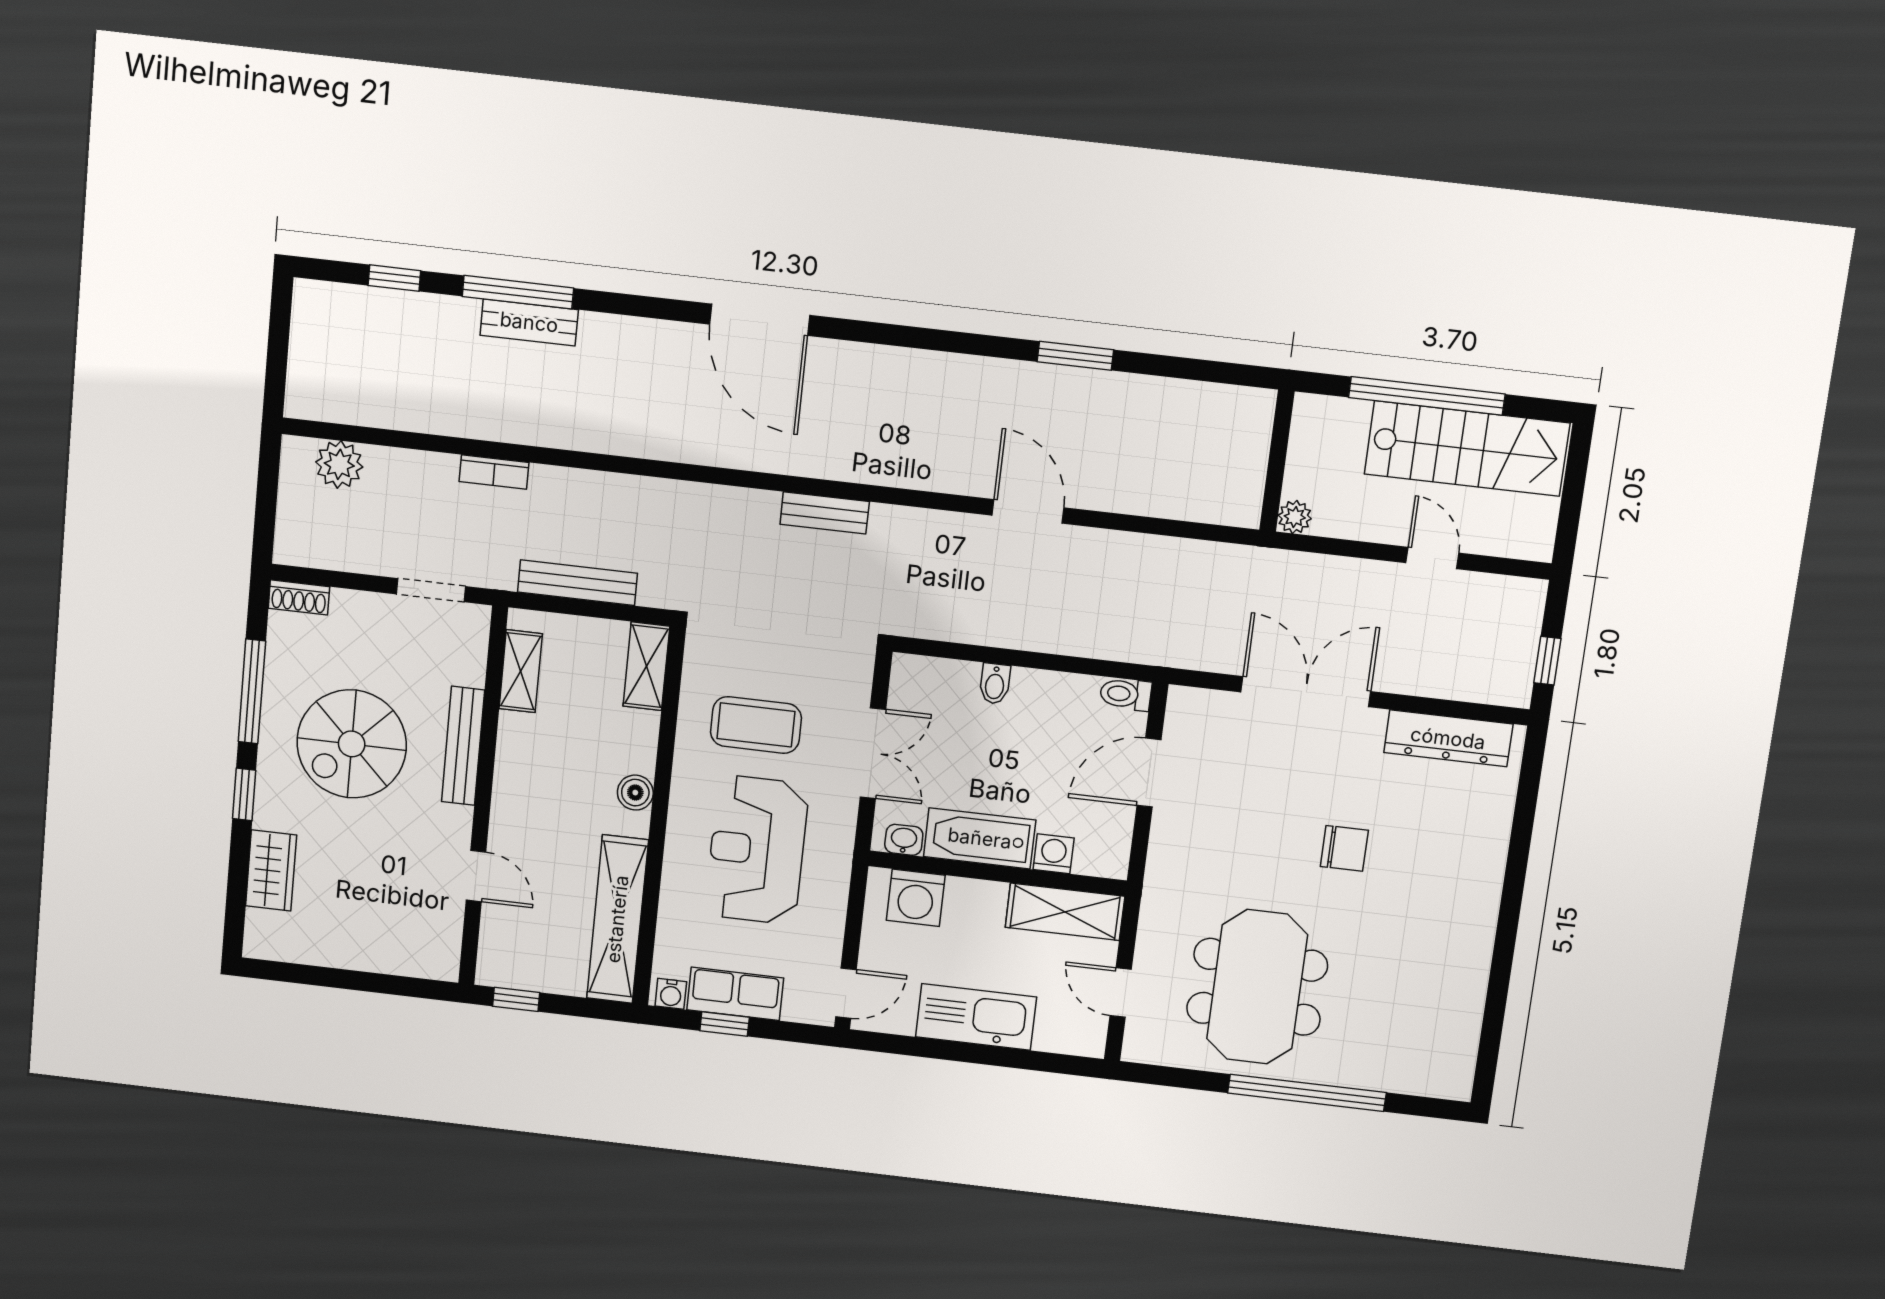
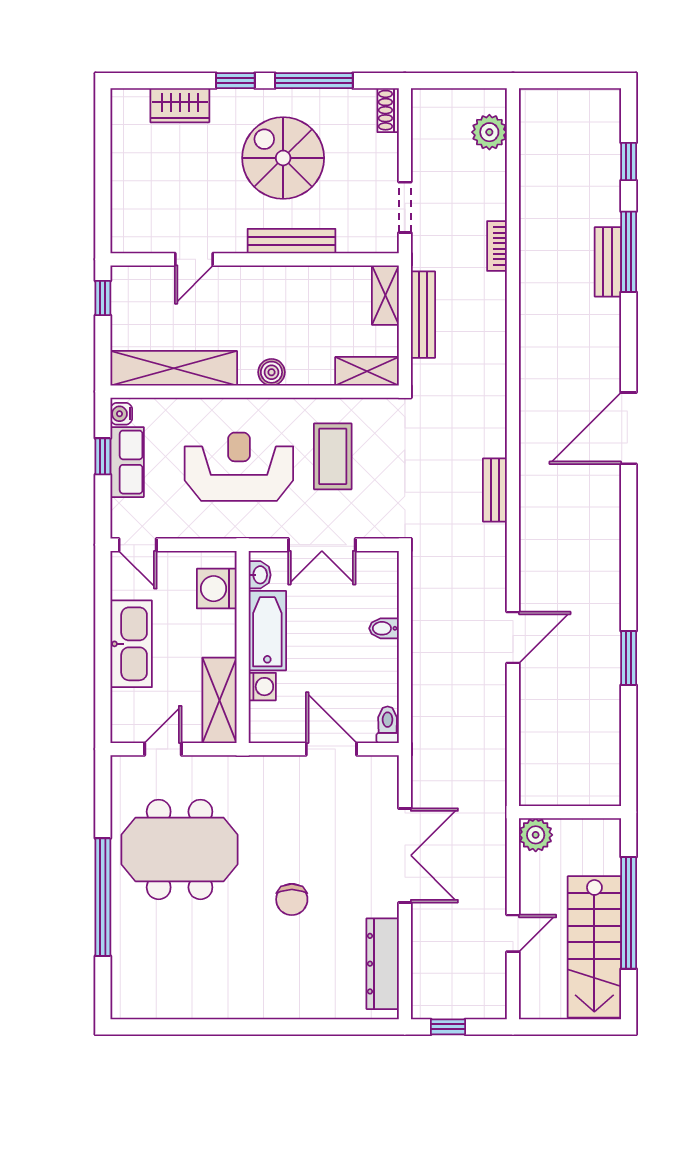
plant: (1295, 517) -> (536, 835), width x1.38, depth x1.38
shelving: (521, 671) -> (385, 295), moved, turned 90

